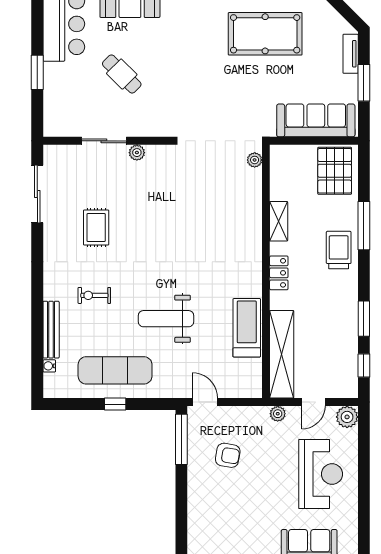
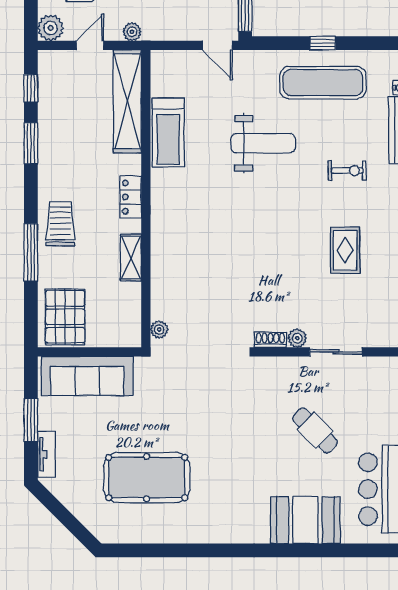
shoe rack: (160, 151) -> (270, 340), added
trolley: (339, 250) -> (60, 224), turned 180

